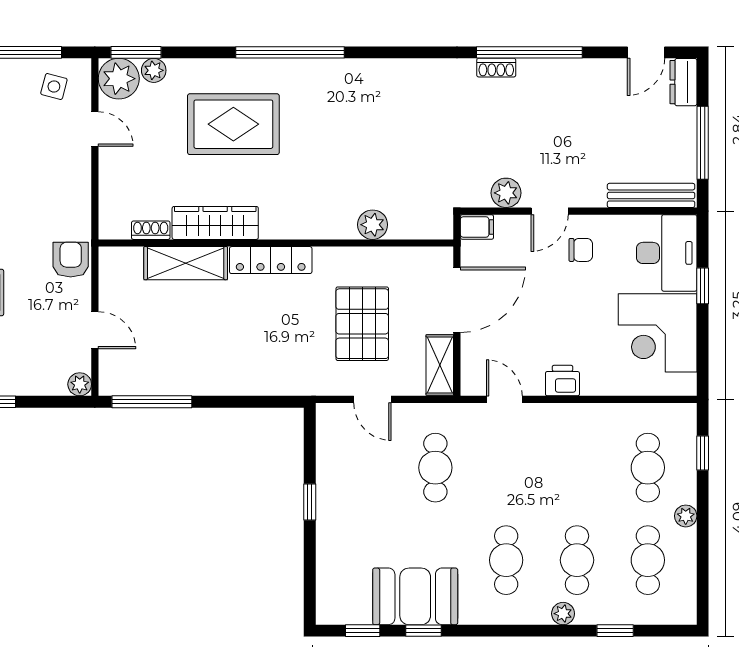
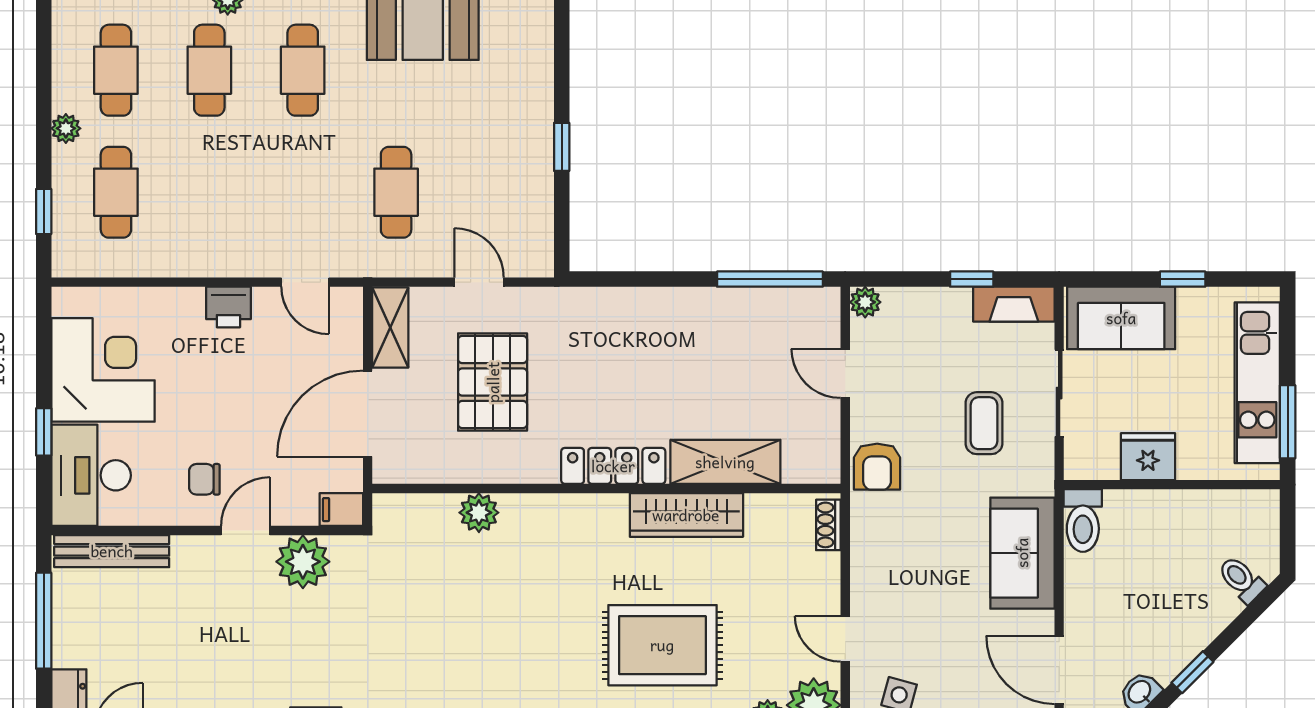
plant: (506, 193) -> (303, 562), width x1.36, depth x1.36
shoe rack: (151, 230) -> (828, 525), moved, turned 90

